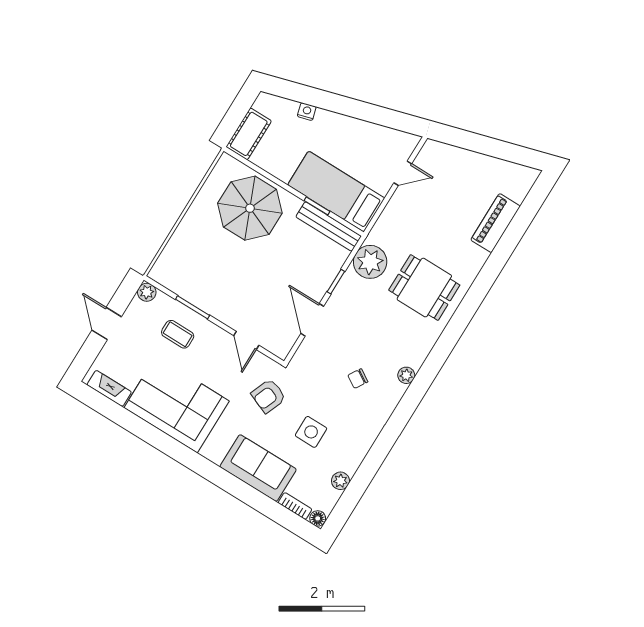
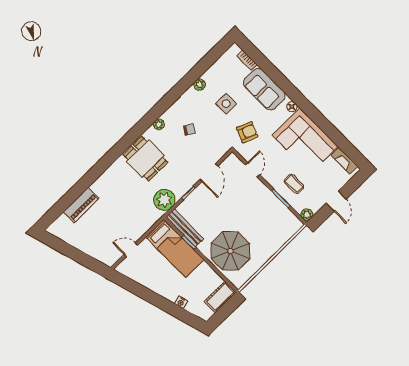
dining table: (424, 288) -> (145, 159), moved
plant: (340, 481) -> (200, 85), moved
floor lamp: (318, 518) -> (292, 107), moved

